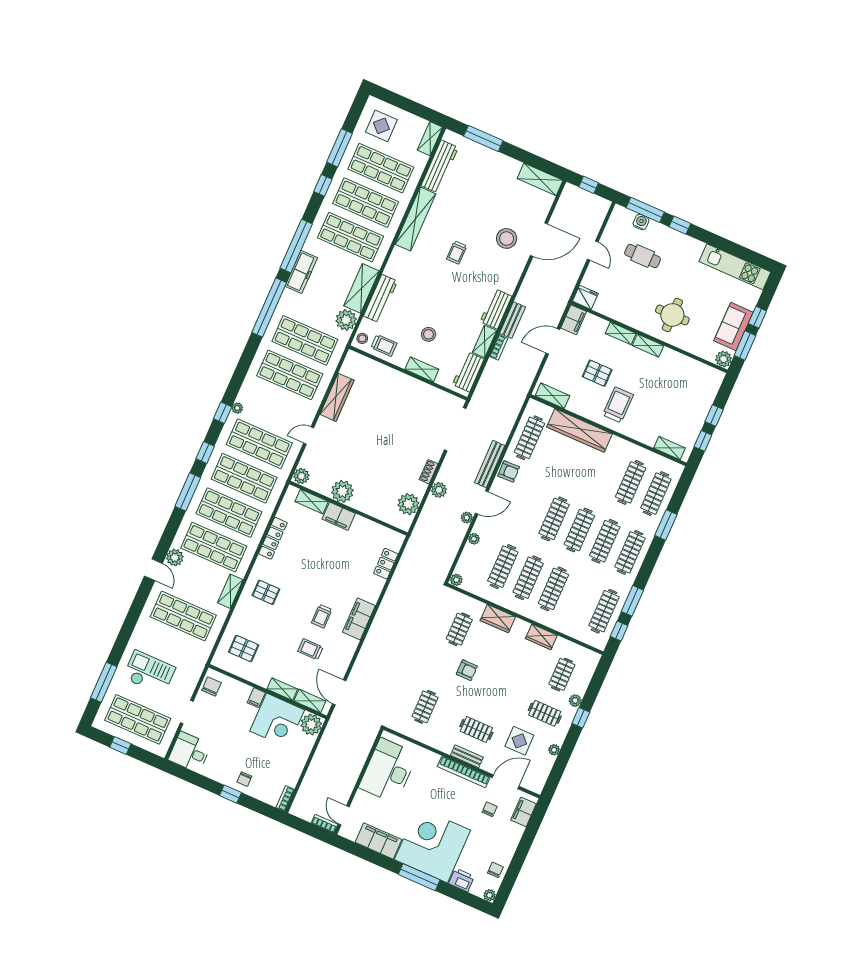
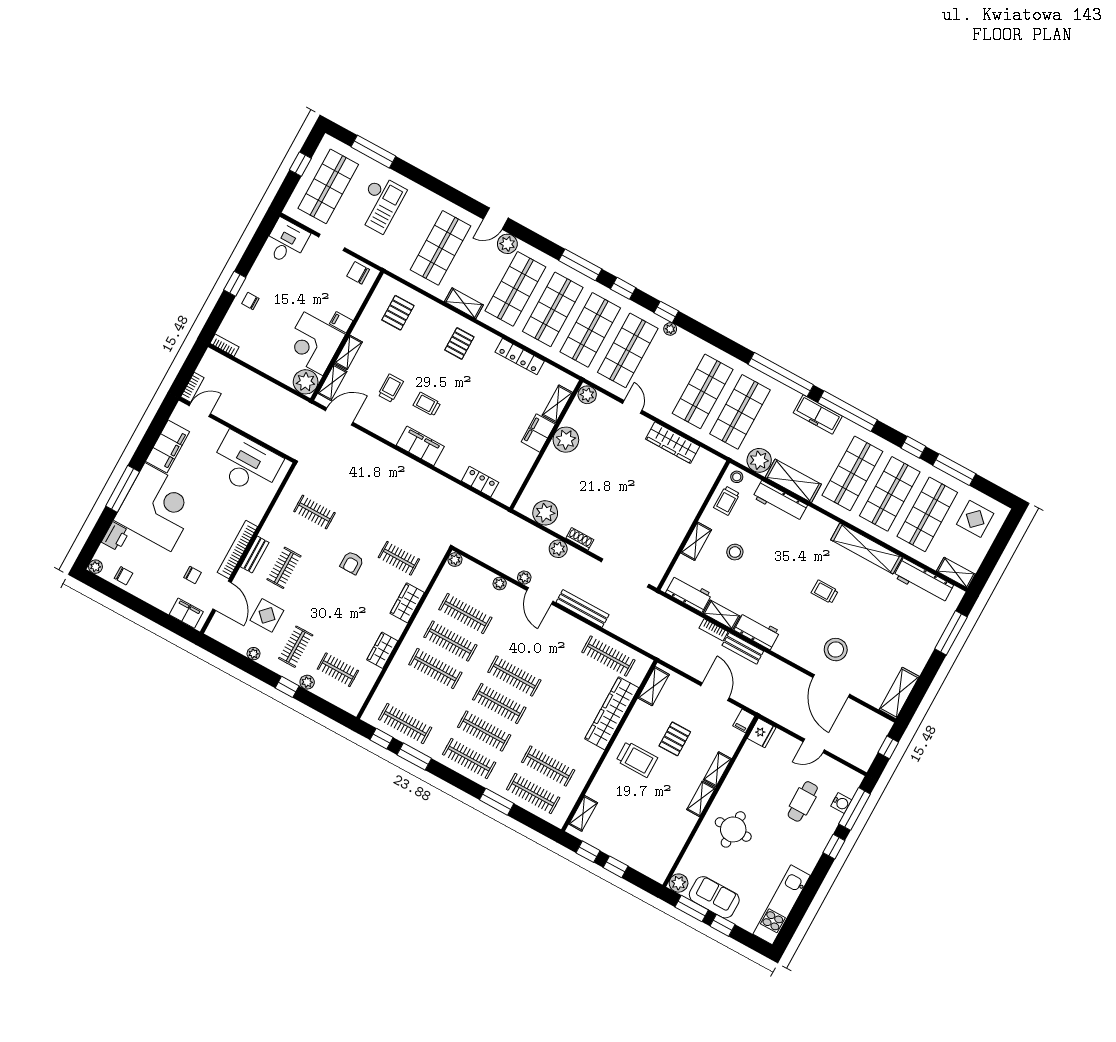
filing cabinet: (574, 320) -> (744, 721), width x0.50
armchair: (509, 471) -> (572, 629), removed
chair: (211, 687) -> (358, 273), turned 180

